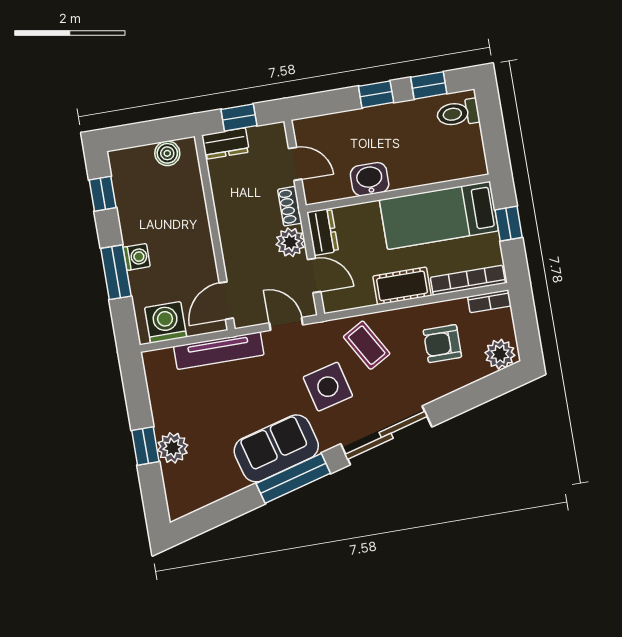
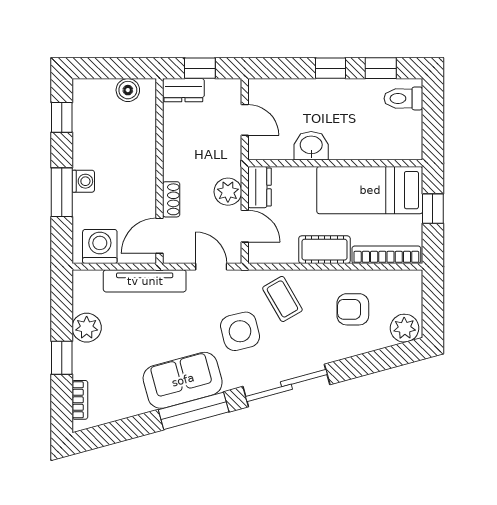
shoe rack: (290, 206) -> (171, 199), moved, turned 180
bookcase: (489, 301) -> (80, 400), moved, turned -90
plant: (173, 448) -> (87, 328), moved

